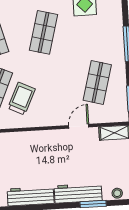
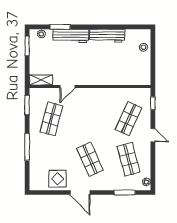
shop shelf: (43, 32) -> (90, 159), turned -39
trolley: (21, 99) -> (110, 110), removed

